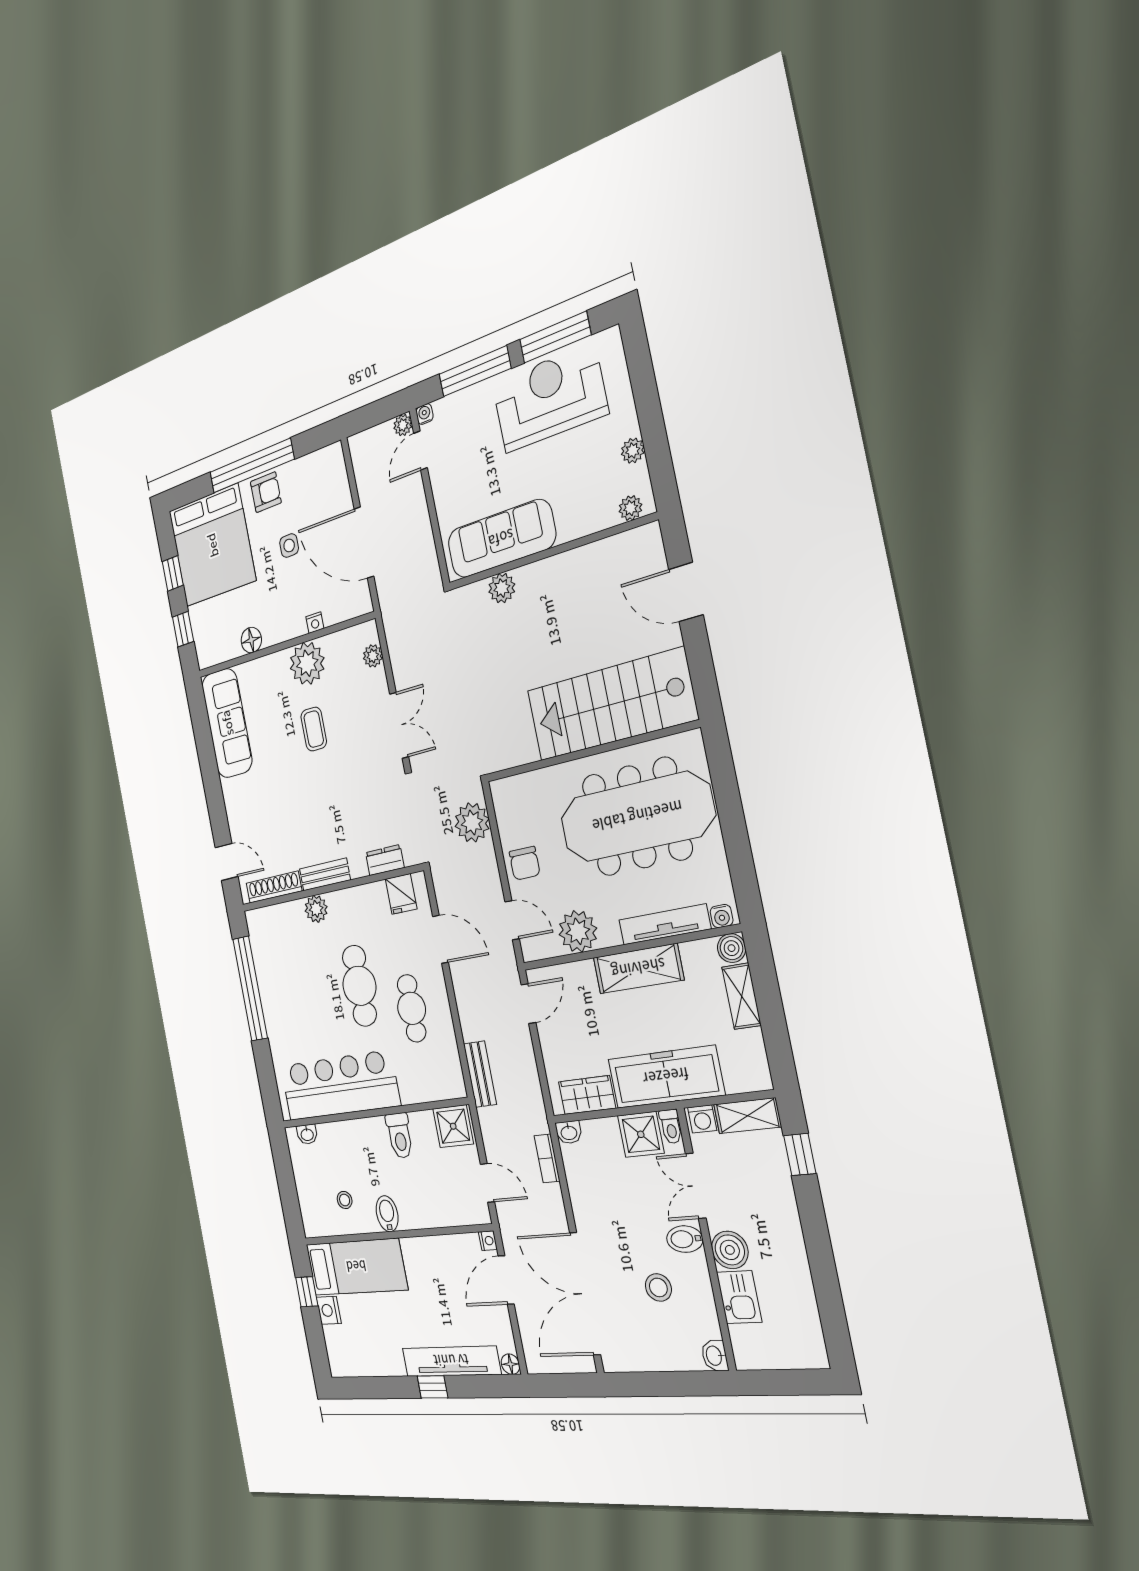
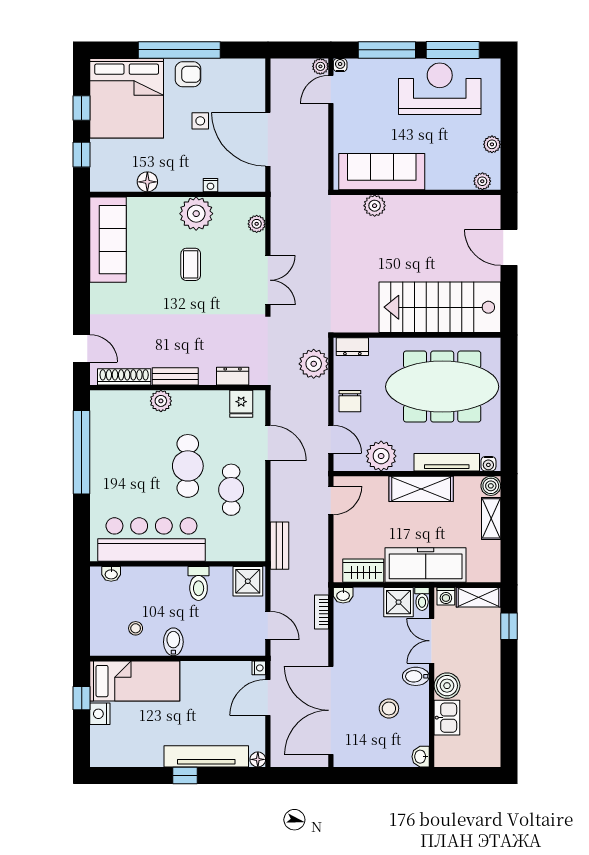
dresser: (513, 788) -> (352, 347), added

